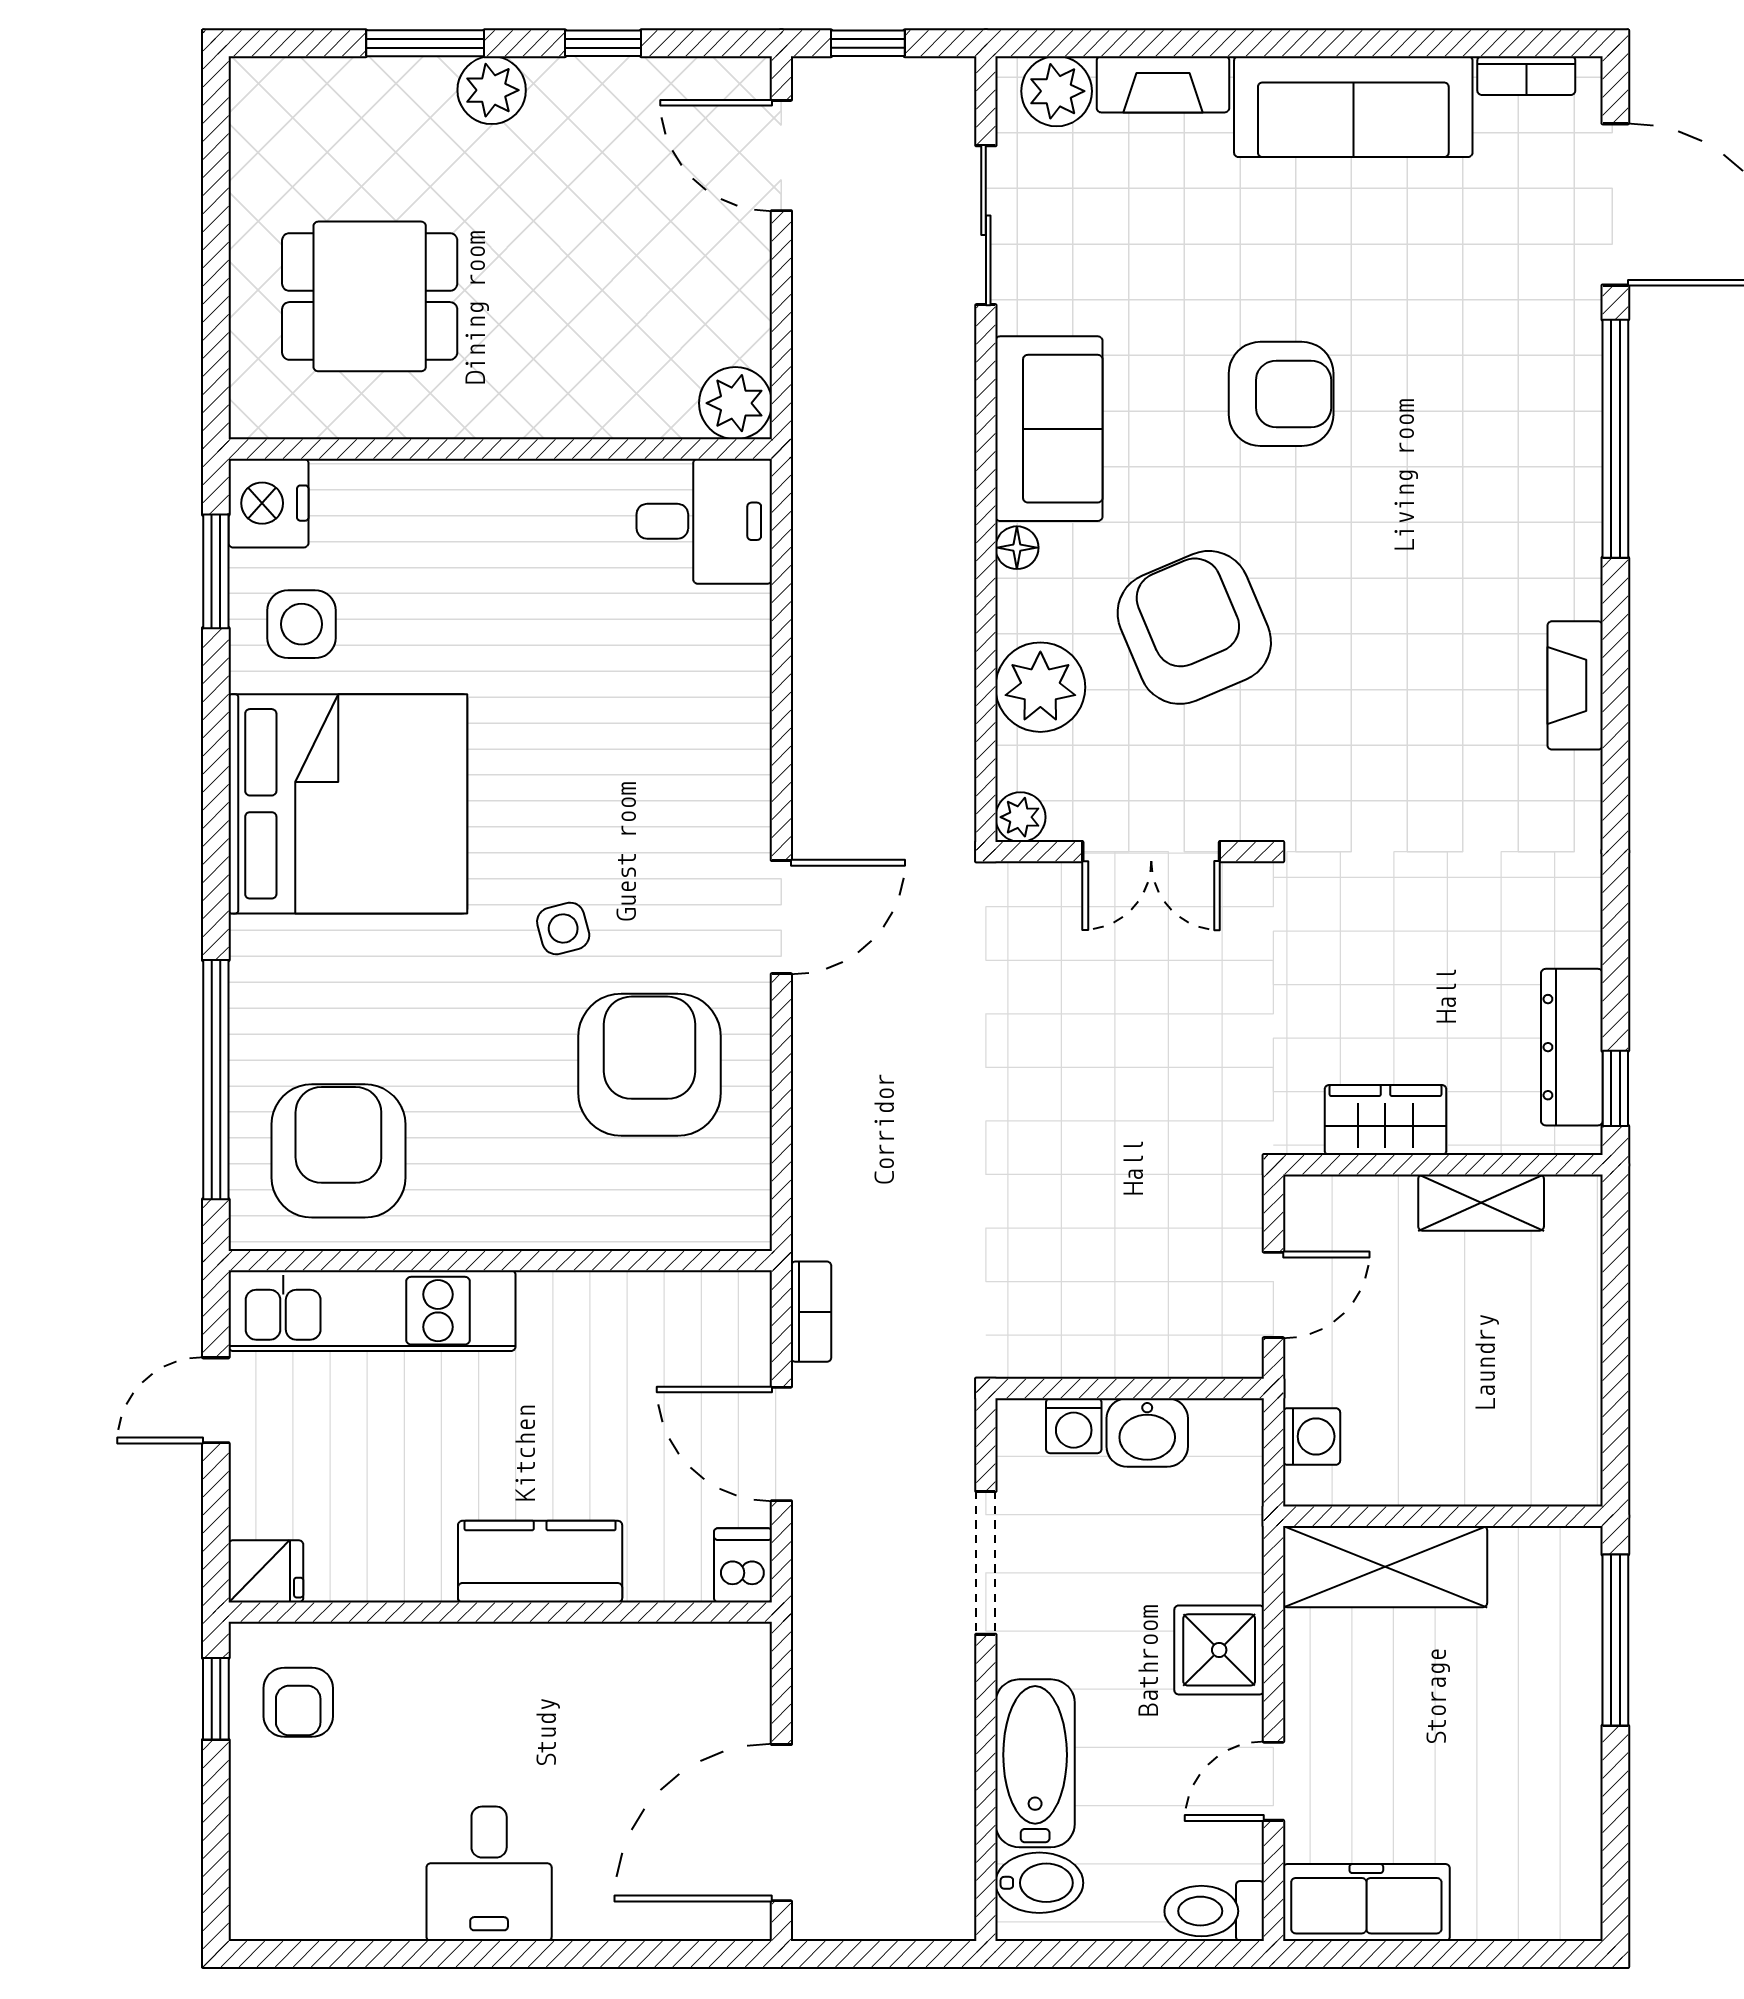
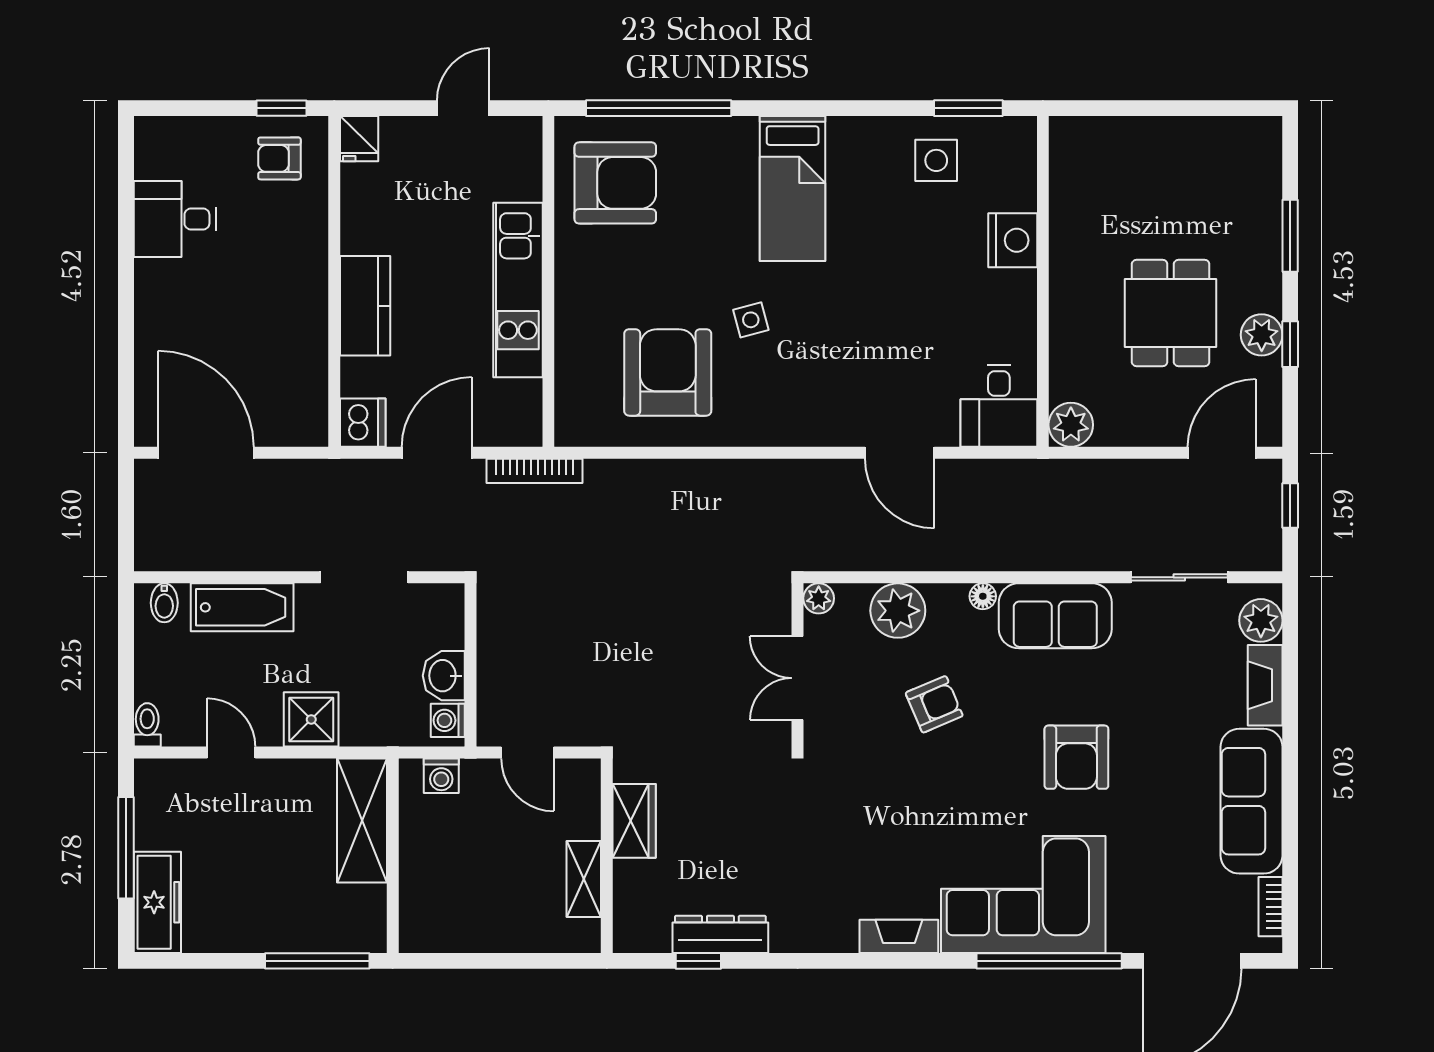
plant: (492, 90) -> (1262, 335), moved
dining table: (370, 296) -> (1171, 313), moved
corner sofa: (1506, 481) -> (1023, 894), added
nightstand: (268, 503) -> (1013, 240), moved, turned 90
armchair: (1194, 627) -> (934, 704), width x0.53, depth x0.53
bed: (348, 804) -> (793, 189), width x0.49
door: (781, 917) -> (900, 453), moved
dresser: (1572, 1047) -> (720, 934), moved
armchair: (649, 1065) -> (668, 372), turned -90
window: (1615, 1088) -> (698, 961), moved
kitchen unit: (372, 1311) -> (518, 290), moved
bookcase: (811, 1312) -> (535, 471), width x1.56
door: (216, 1400) -> (463, 108), hinge flipped
washing machine: (1074, 1426) -> (448, 720), moved
dishwasher: (743, 1565) -> (363, 423), width x1.38
desk: (489, 1874) -> (175, 219), moved
bidet: (1039, 1883) -> (164, 603), width x0.72, depth x0.74
freezer: (1366, 1903) -> (157, 902), moved
toilet: (1214, 1911) -> (147, 725), width x0.73, depth x0.72
window: (1430, 1954) -> (126, 848), added

